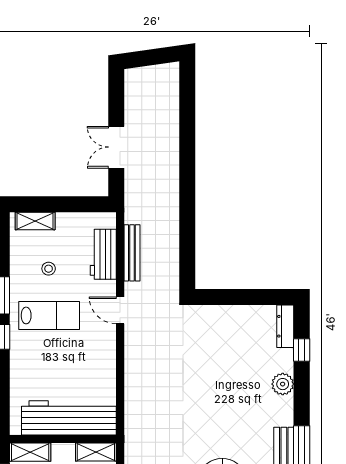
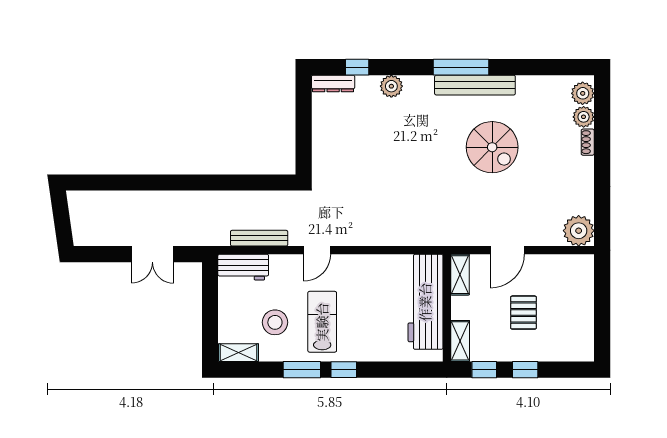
shelving: (35, 221) -> (238, 353), moved, turned 90
workbench: (103, 254) -> (243, 267), moved
stool: (49, 269) -> (275, 322), width x1.89, depth x1.89

